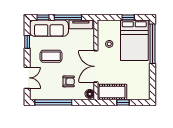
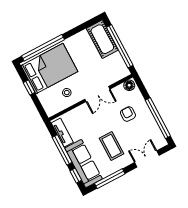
window: (27, 42) -> (110, 179), width x2.17
double door: (96, 66) -> (97, 94), width x0.73
cot: (112, 92) -> (102, 39), moved
window: (123, 102) -> (120, 46), width x3.17

